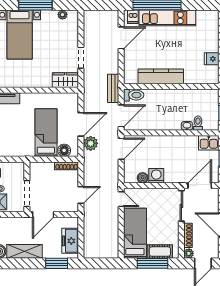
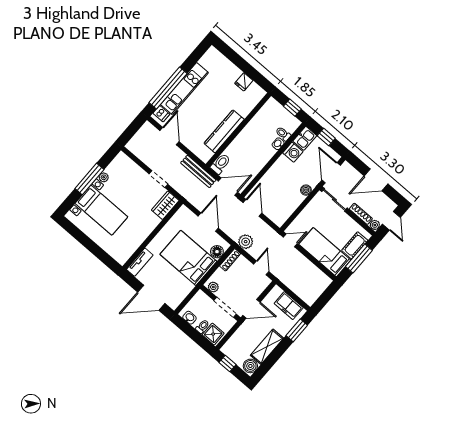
plant: (62, 15) -> (104, 177), moved
bench: (113, 88) -> (198, 171), width x1.36
door: (121, 116) -> (228, 187), hinge flipped
bed: (46, 133) -> (188, 258), width x1.50
plant: (91, 143) -> (246, 242), moved
plant: (35, 171) -> (213, 287), added
washing machine: (156, 176) -> (293, 152), moved, turned 180
boiler: (143, 178) -> (306, 190), moved
door: (43, 214) -> (251, 309), hinge flipped

